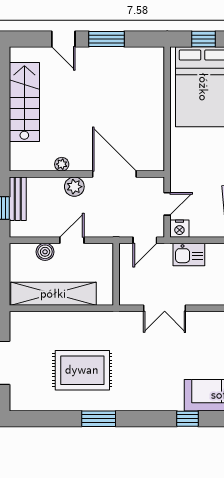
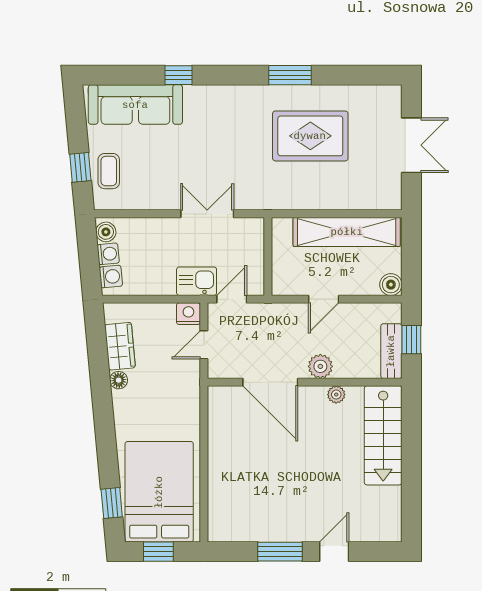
door: (63, 39) -> (334, 552), hinge flipped
stairs: (24, 102) -> (383, 435), moved
boiler: (45, 252) -> (391, 285), moved
kitchen sink: (189, 254) -> (197, 281), moved

